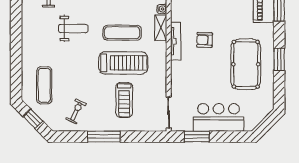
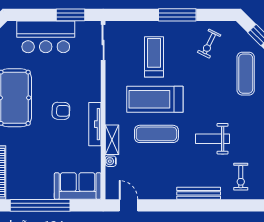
armchair: (205, 40) -> (61, 111), moved

